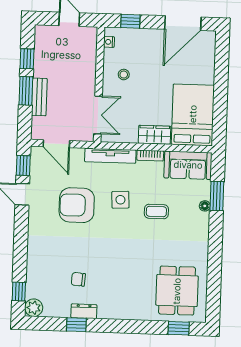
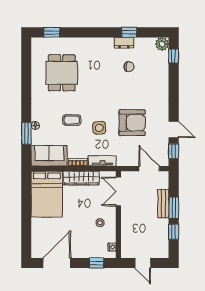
wardrobe: (154, 135) -> (81, 178), width x1.50
tv unit: (110, 156) -> (102, 161), width x0.71
dining table: (177, 291) -> (62, 73), moved

